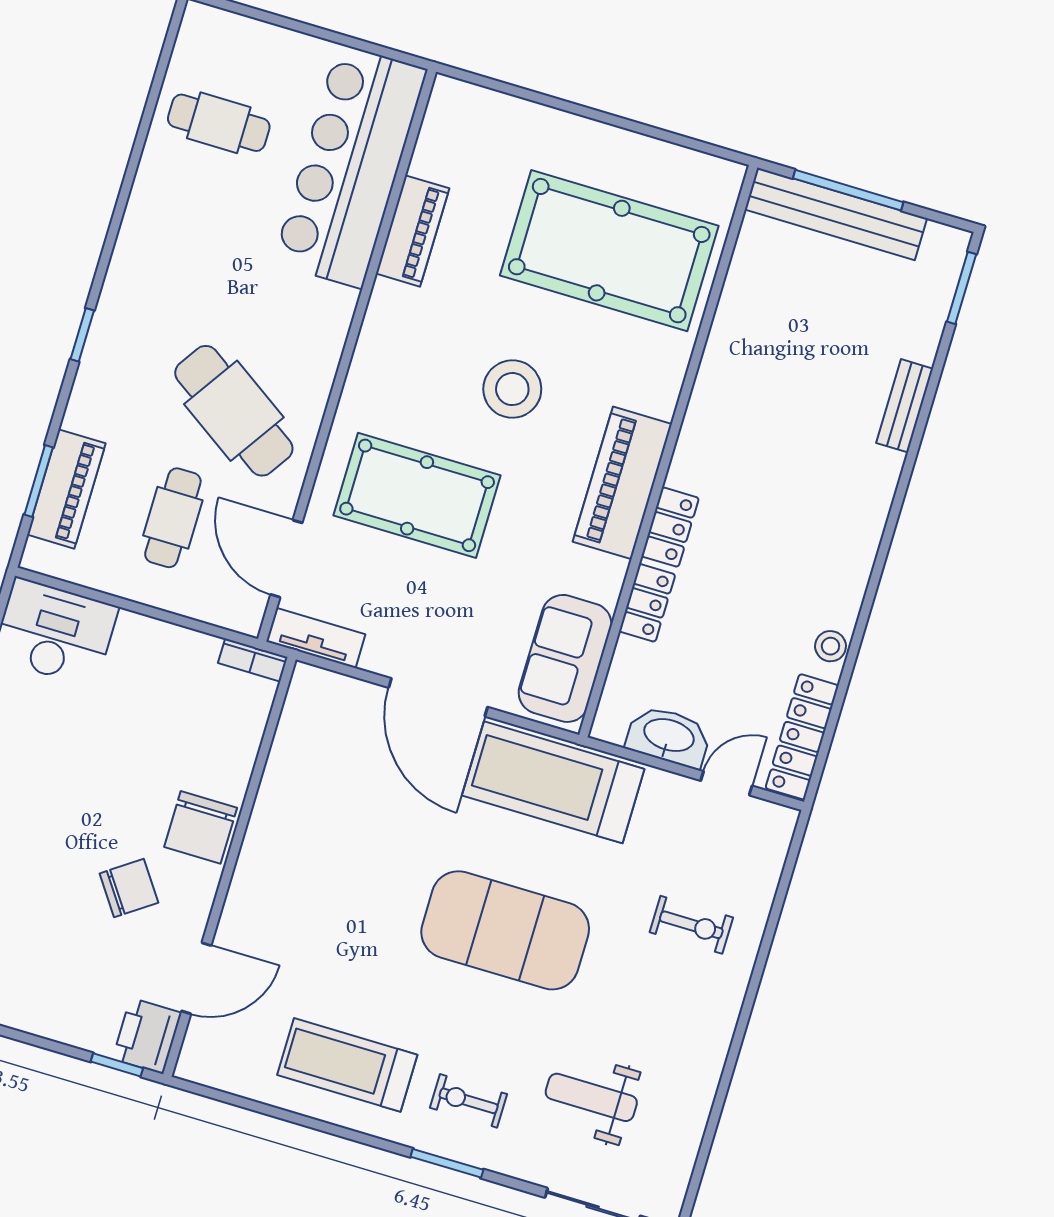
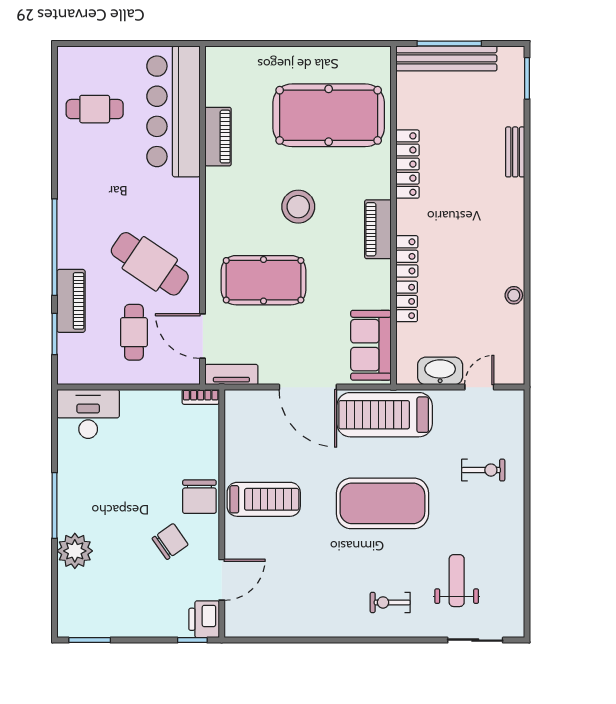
window: (82, 335) -> (55, 247), width x3.17
piano: (622, 483) -> (378, 229), width x0.73, depth x0.75
piano: (66, 489) -> (71, 301), moved
locker: (802, 737) -> (408, 164), moved, turned 180
treadmill: (347, 1065) -> (264, 499), moved, turned 180
weight bench: (591, 1097) -> (457, 581), turned 90
window: (447, 1163) -> (389, 640), removed

